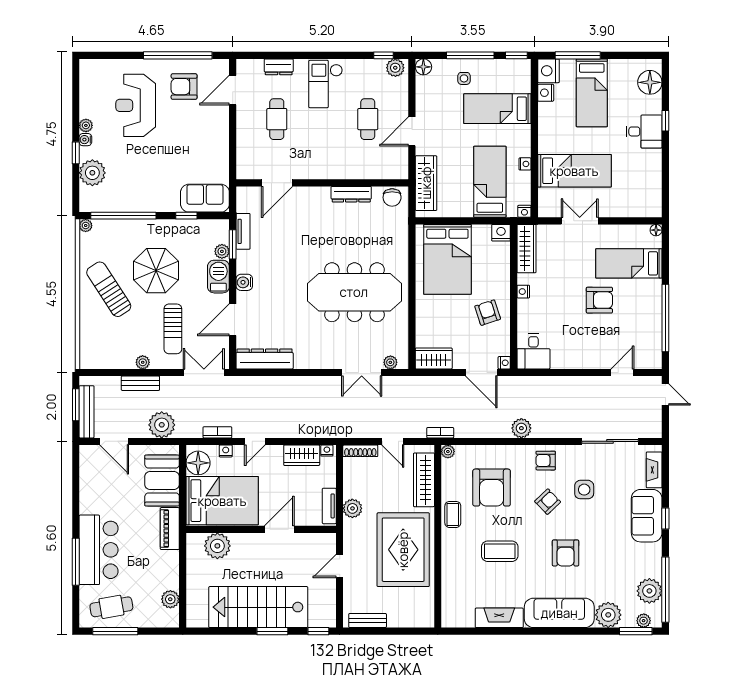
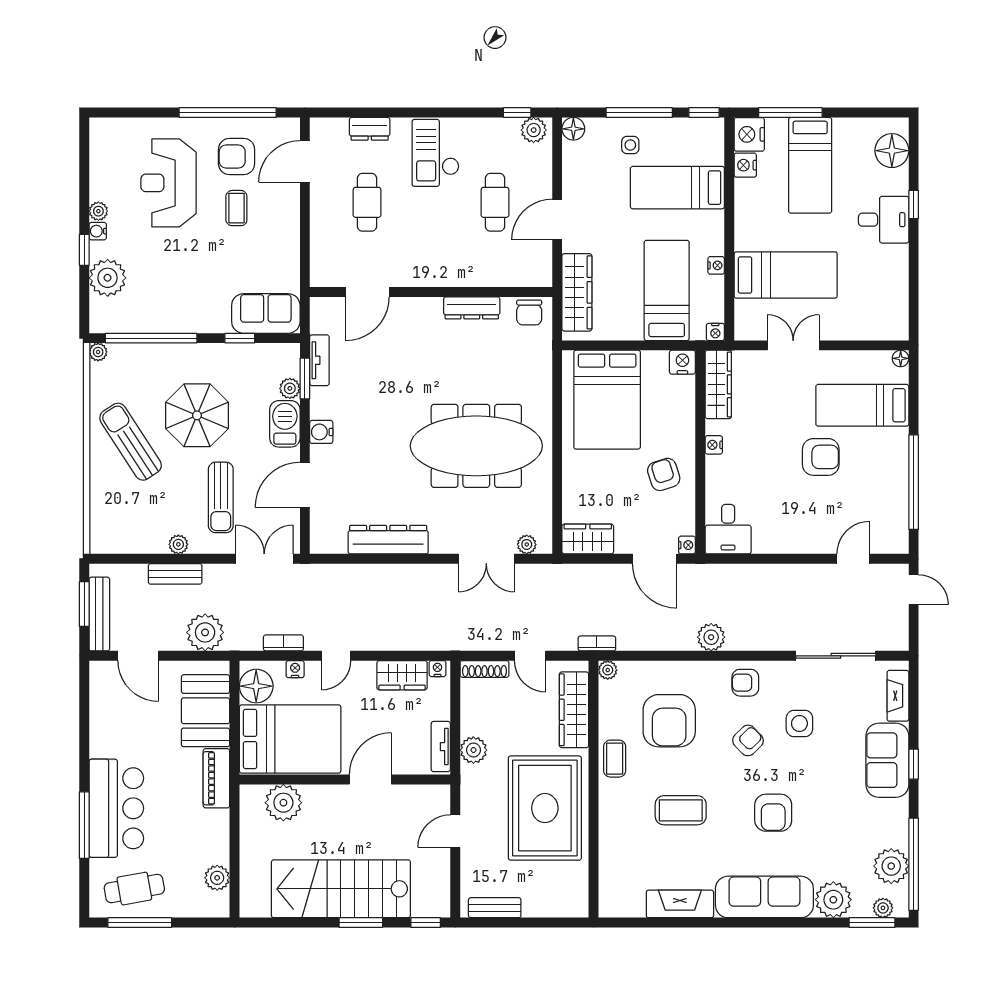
coffee table: (184, 123) -> (236, 208), added
dresser: (265, 359) -> (388, 540), moved

